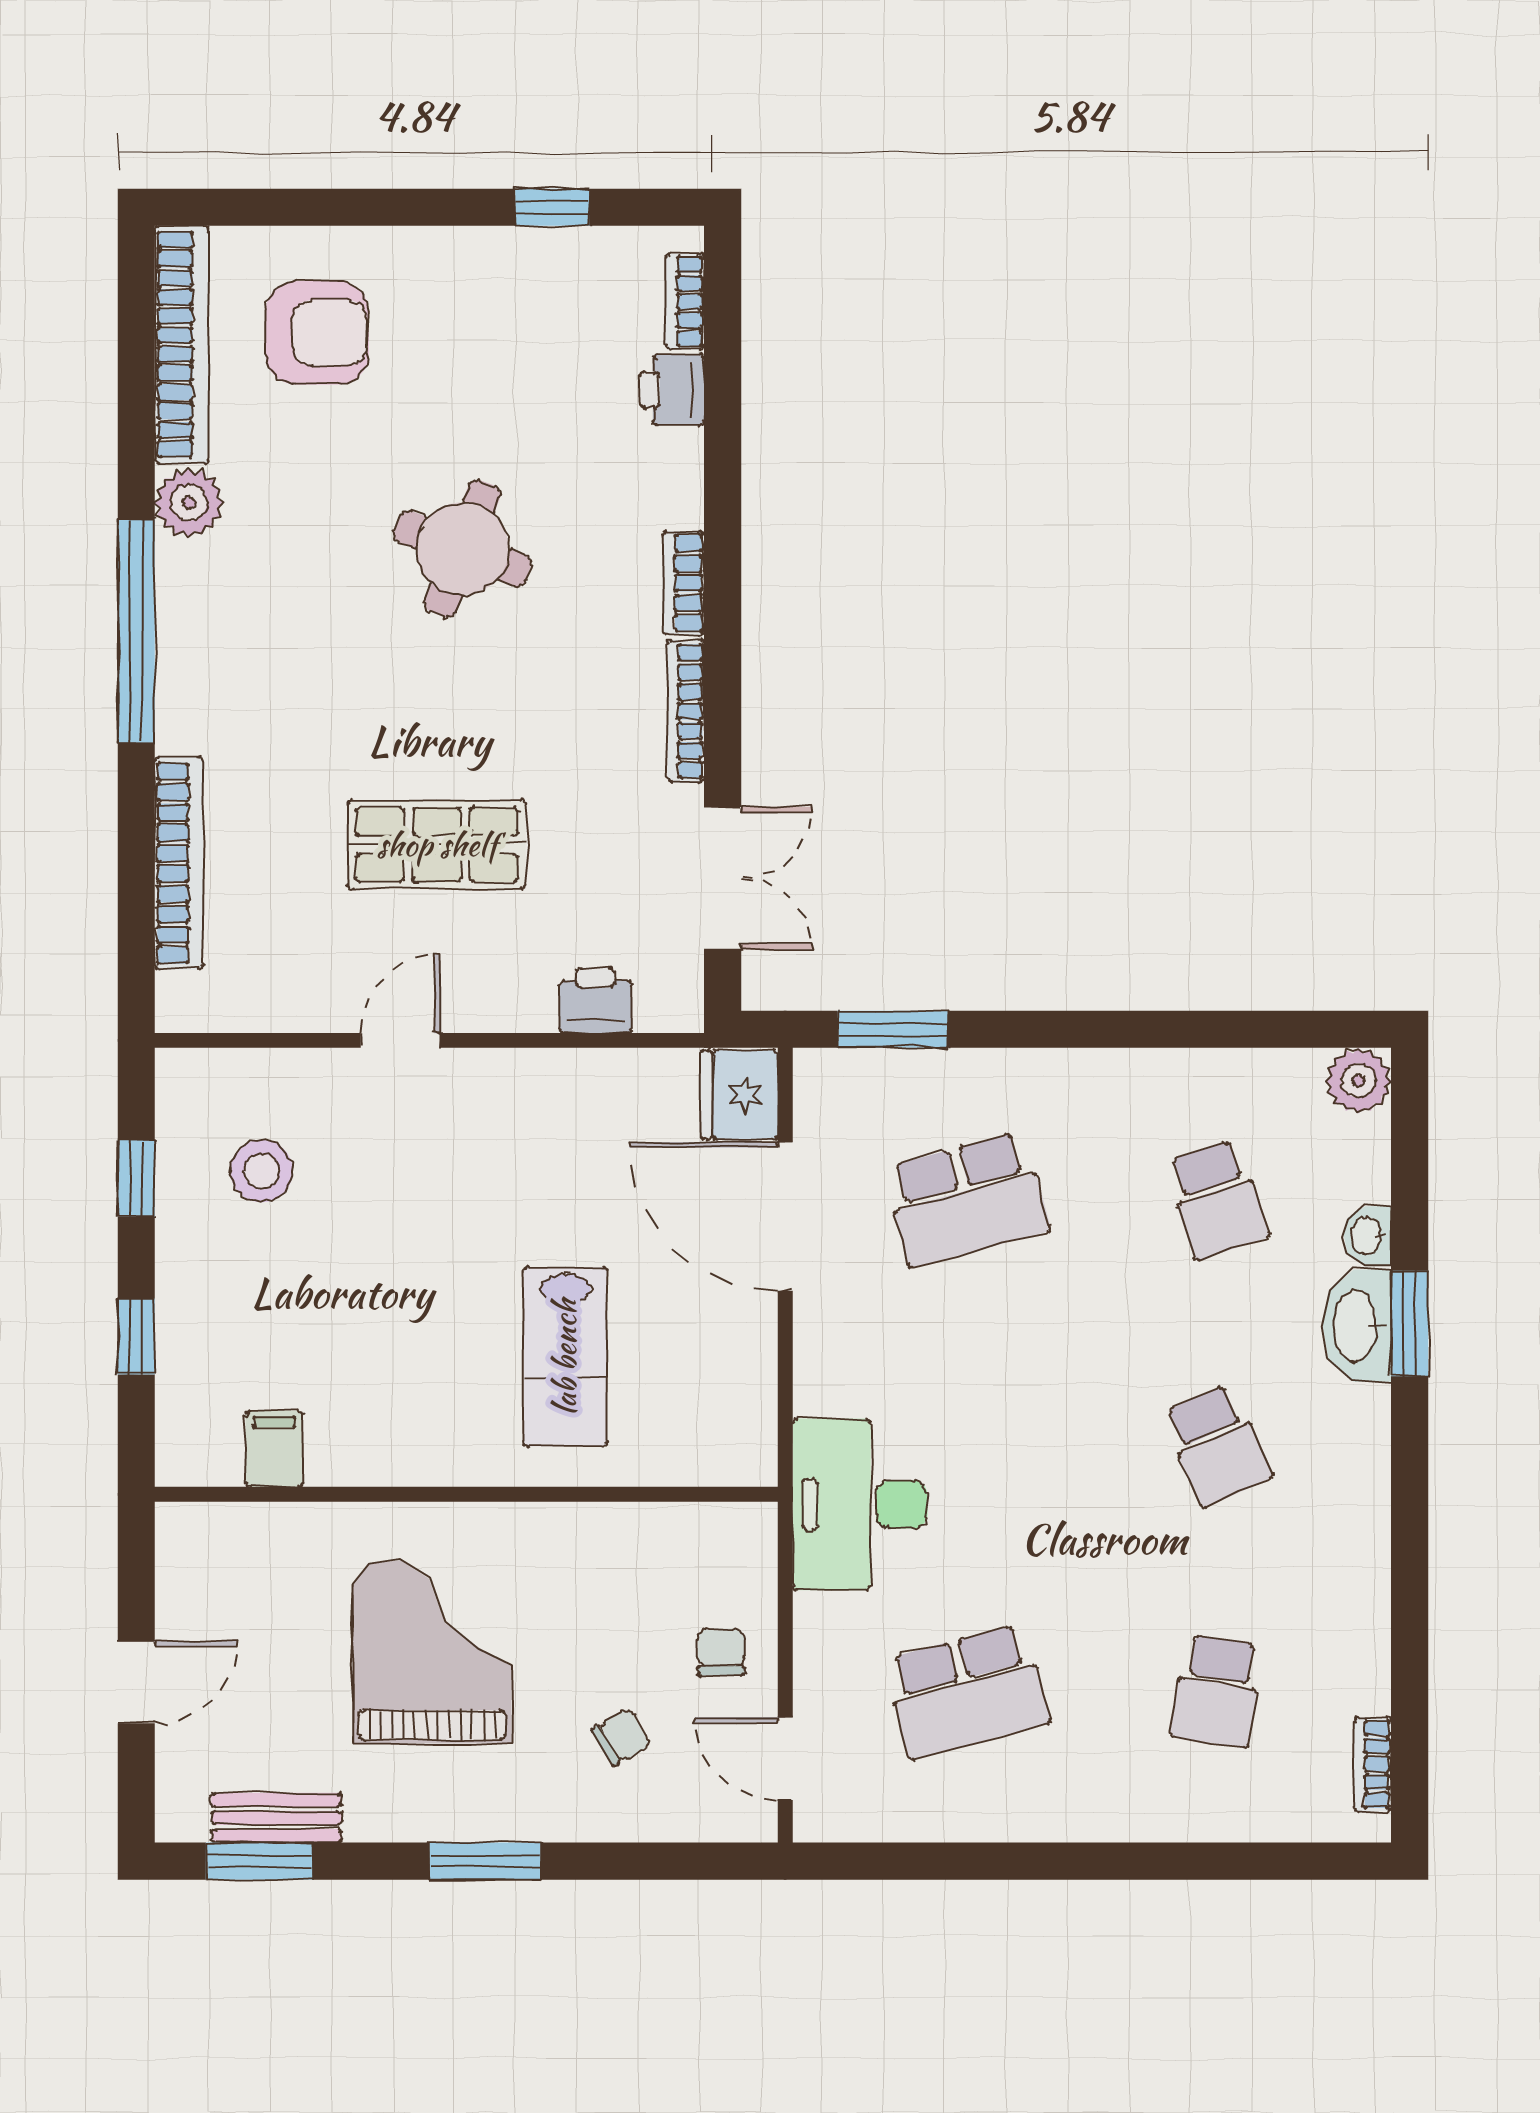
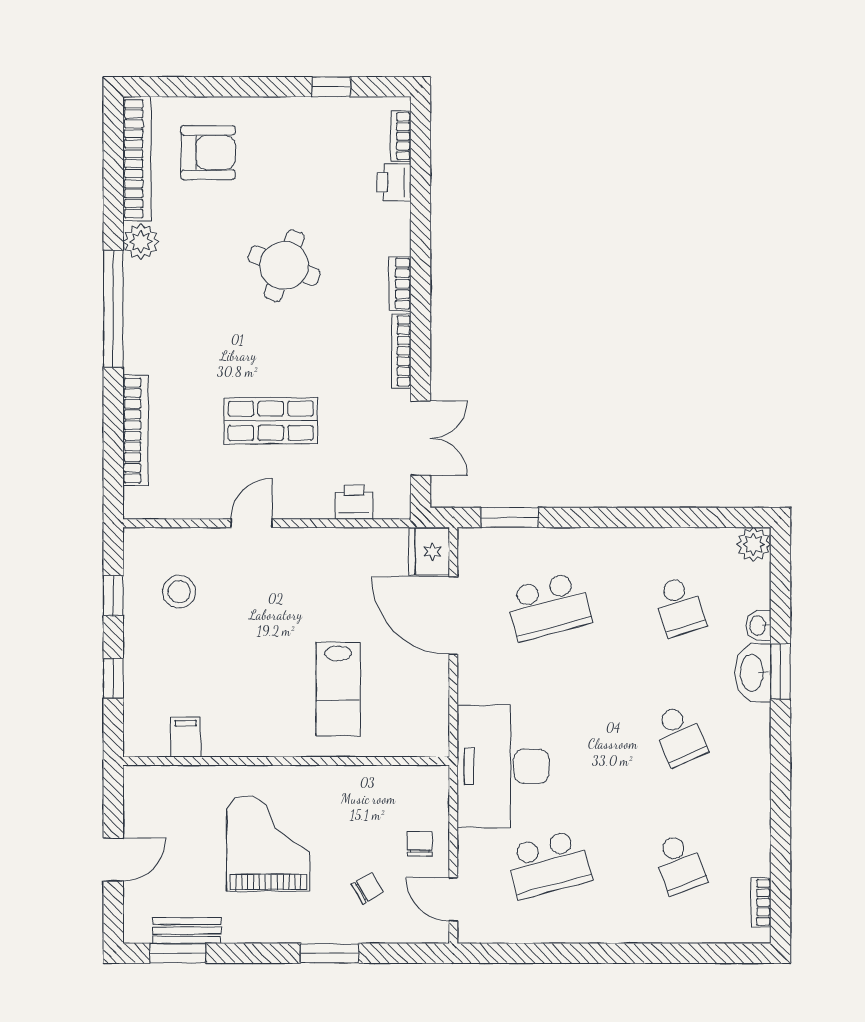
desk: (860, 1504) -> (503, 766), width x1.36, depth x1.30
school desk: (1217, 1691) -> (679, 864), turned -30
window: (485, 1861) -> (330, 953), moved

